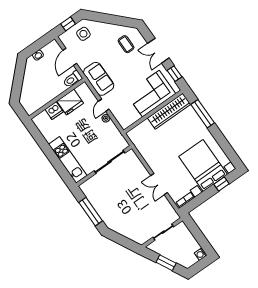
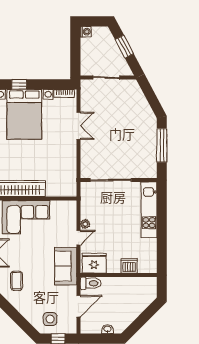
fridge: (70, 102) -> (94, 263), moved

